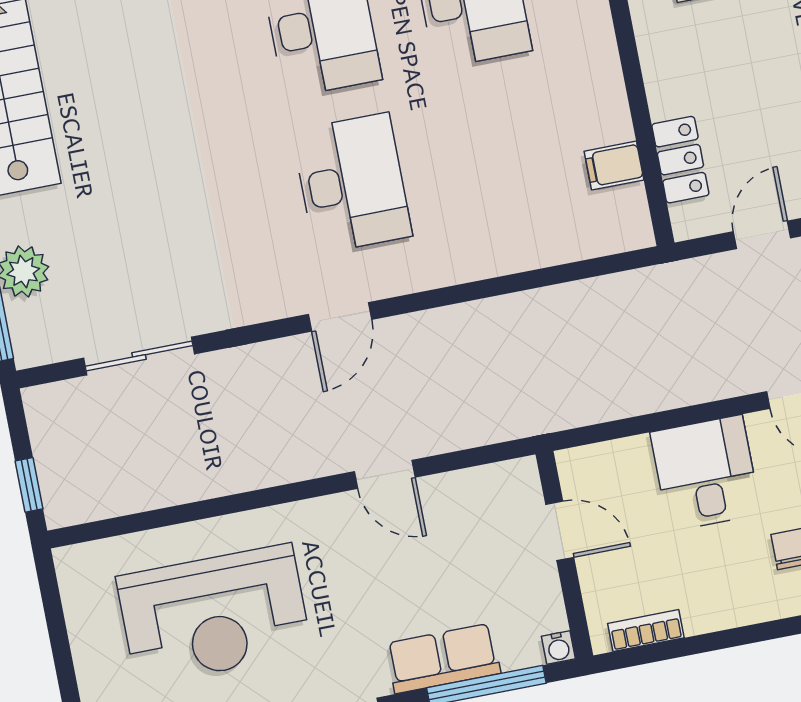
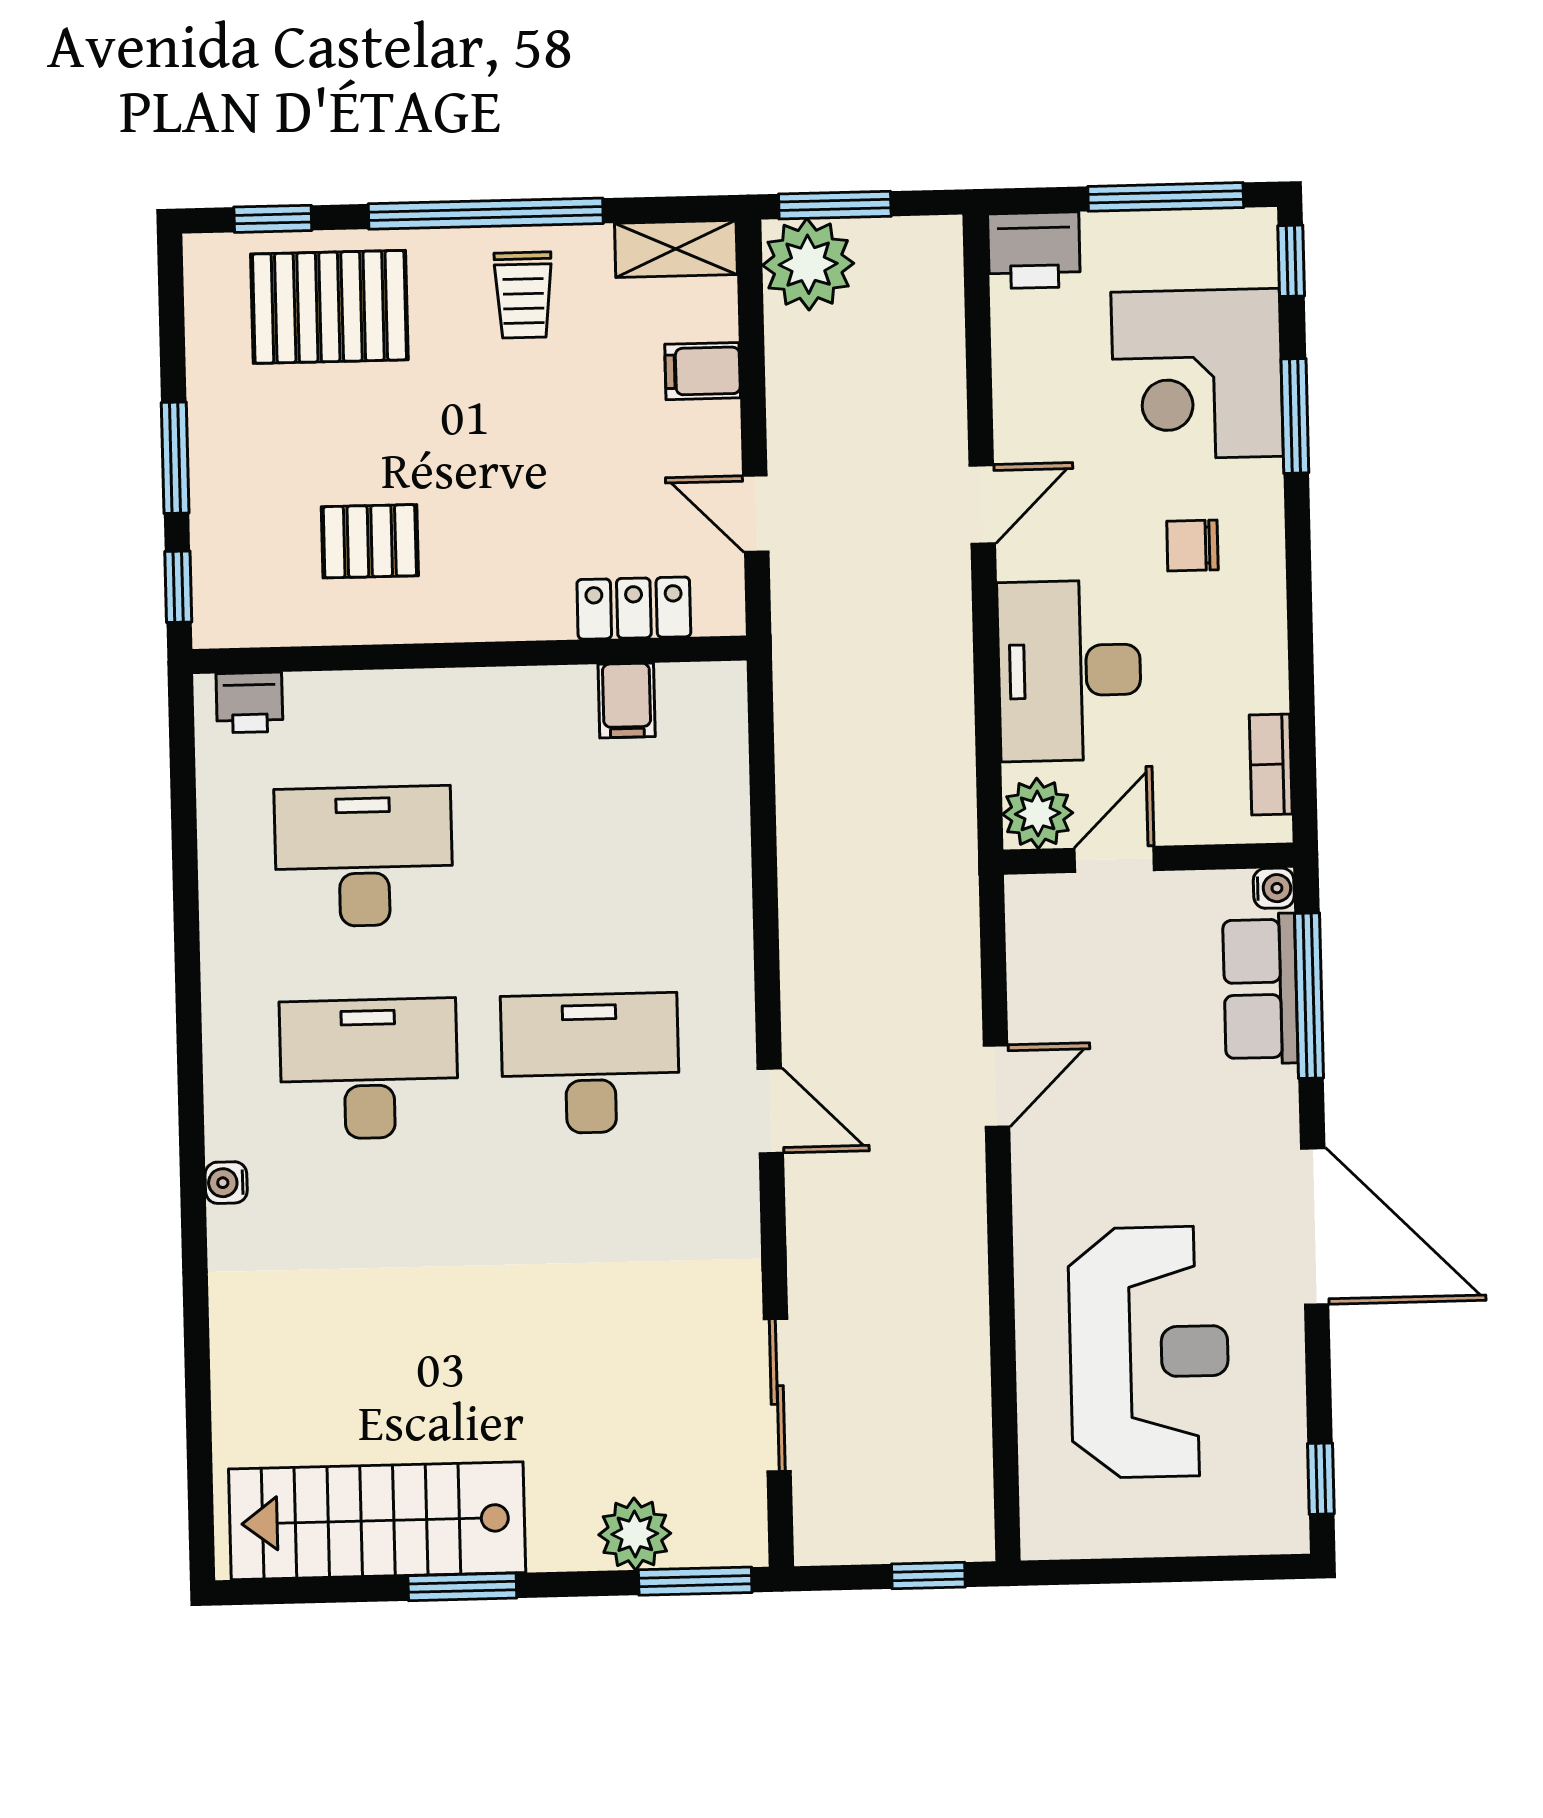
plant: (583, 471) -> (1038, 813), added
desk: (706, 473) -> (1070, 671), width x1.37
row of seats: (443, 658) -> (1260, 989), moved

